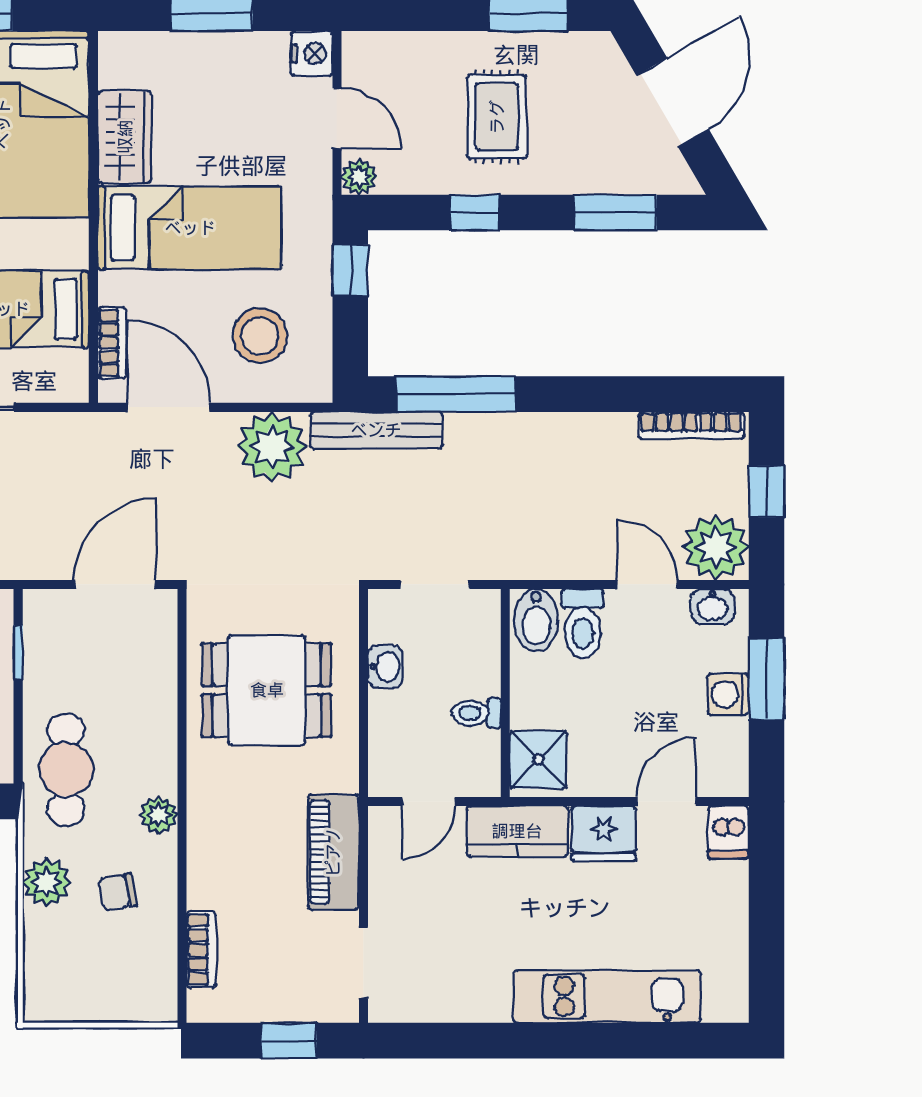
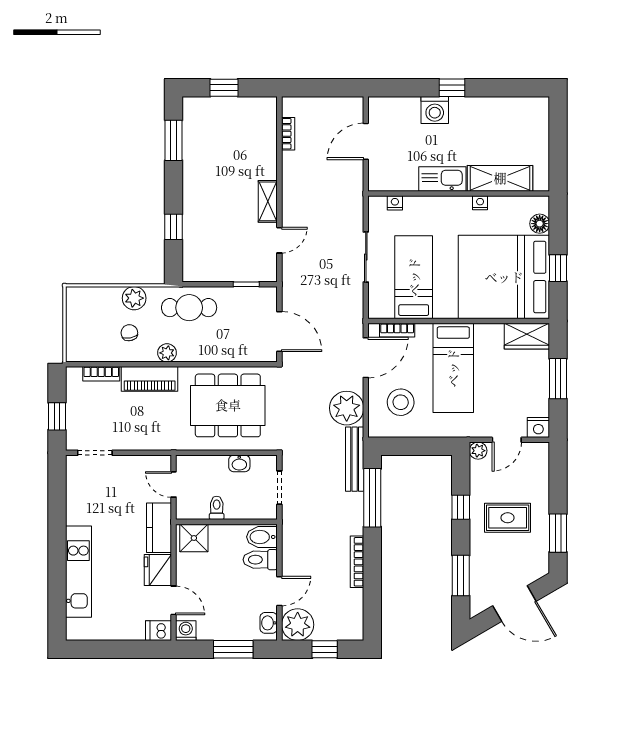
wardrobe: (125, 137) -> (527, 336), moved
window: (350, 270) -> (433, 446), removed
bookcase: (691, 425) -> (357, 562), moved
dining table: (267, 690) -> (228, 405), width x1.38
washing machine: (728, 694) -> (186, 631), moved
piano: (333, 852) -> (150, 379), moved, turned 180

